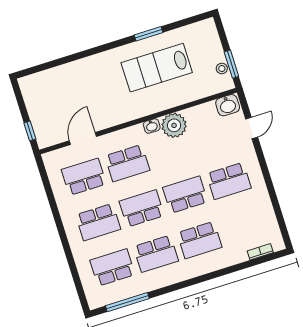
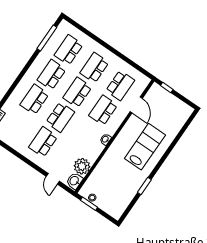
lab bench: (157, 68) -> (145, 147), moved
plant: (174, 125) -> (82, 166), moved
school desk: (142, 208) -> (77, 92), turned 180
school desk: (112, 267) -> (69, 50), turned 180

